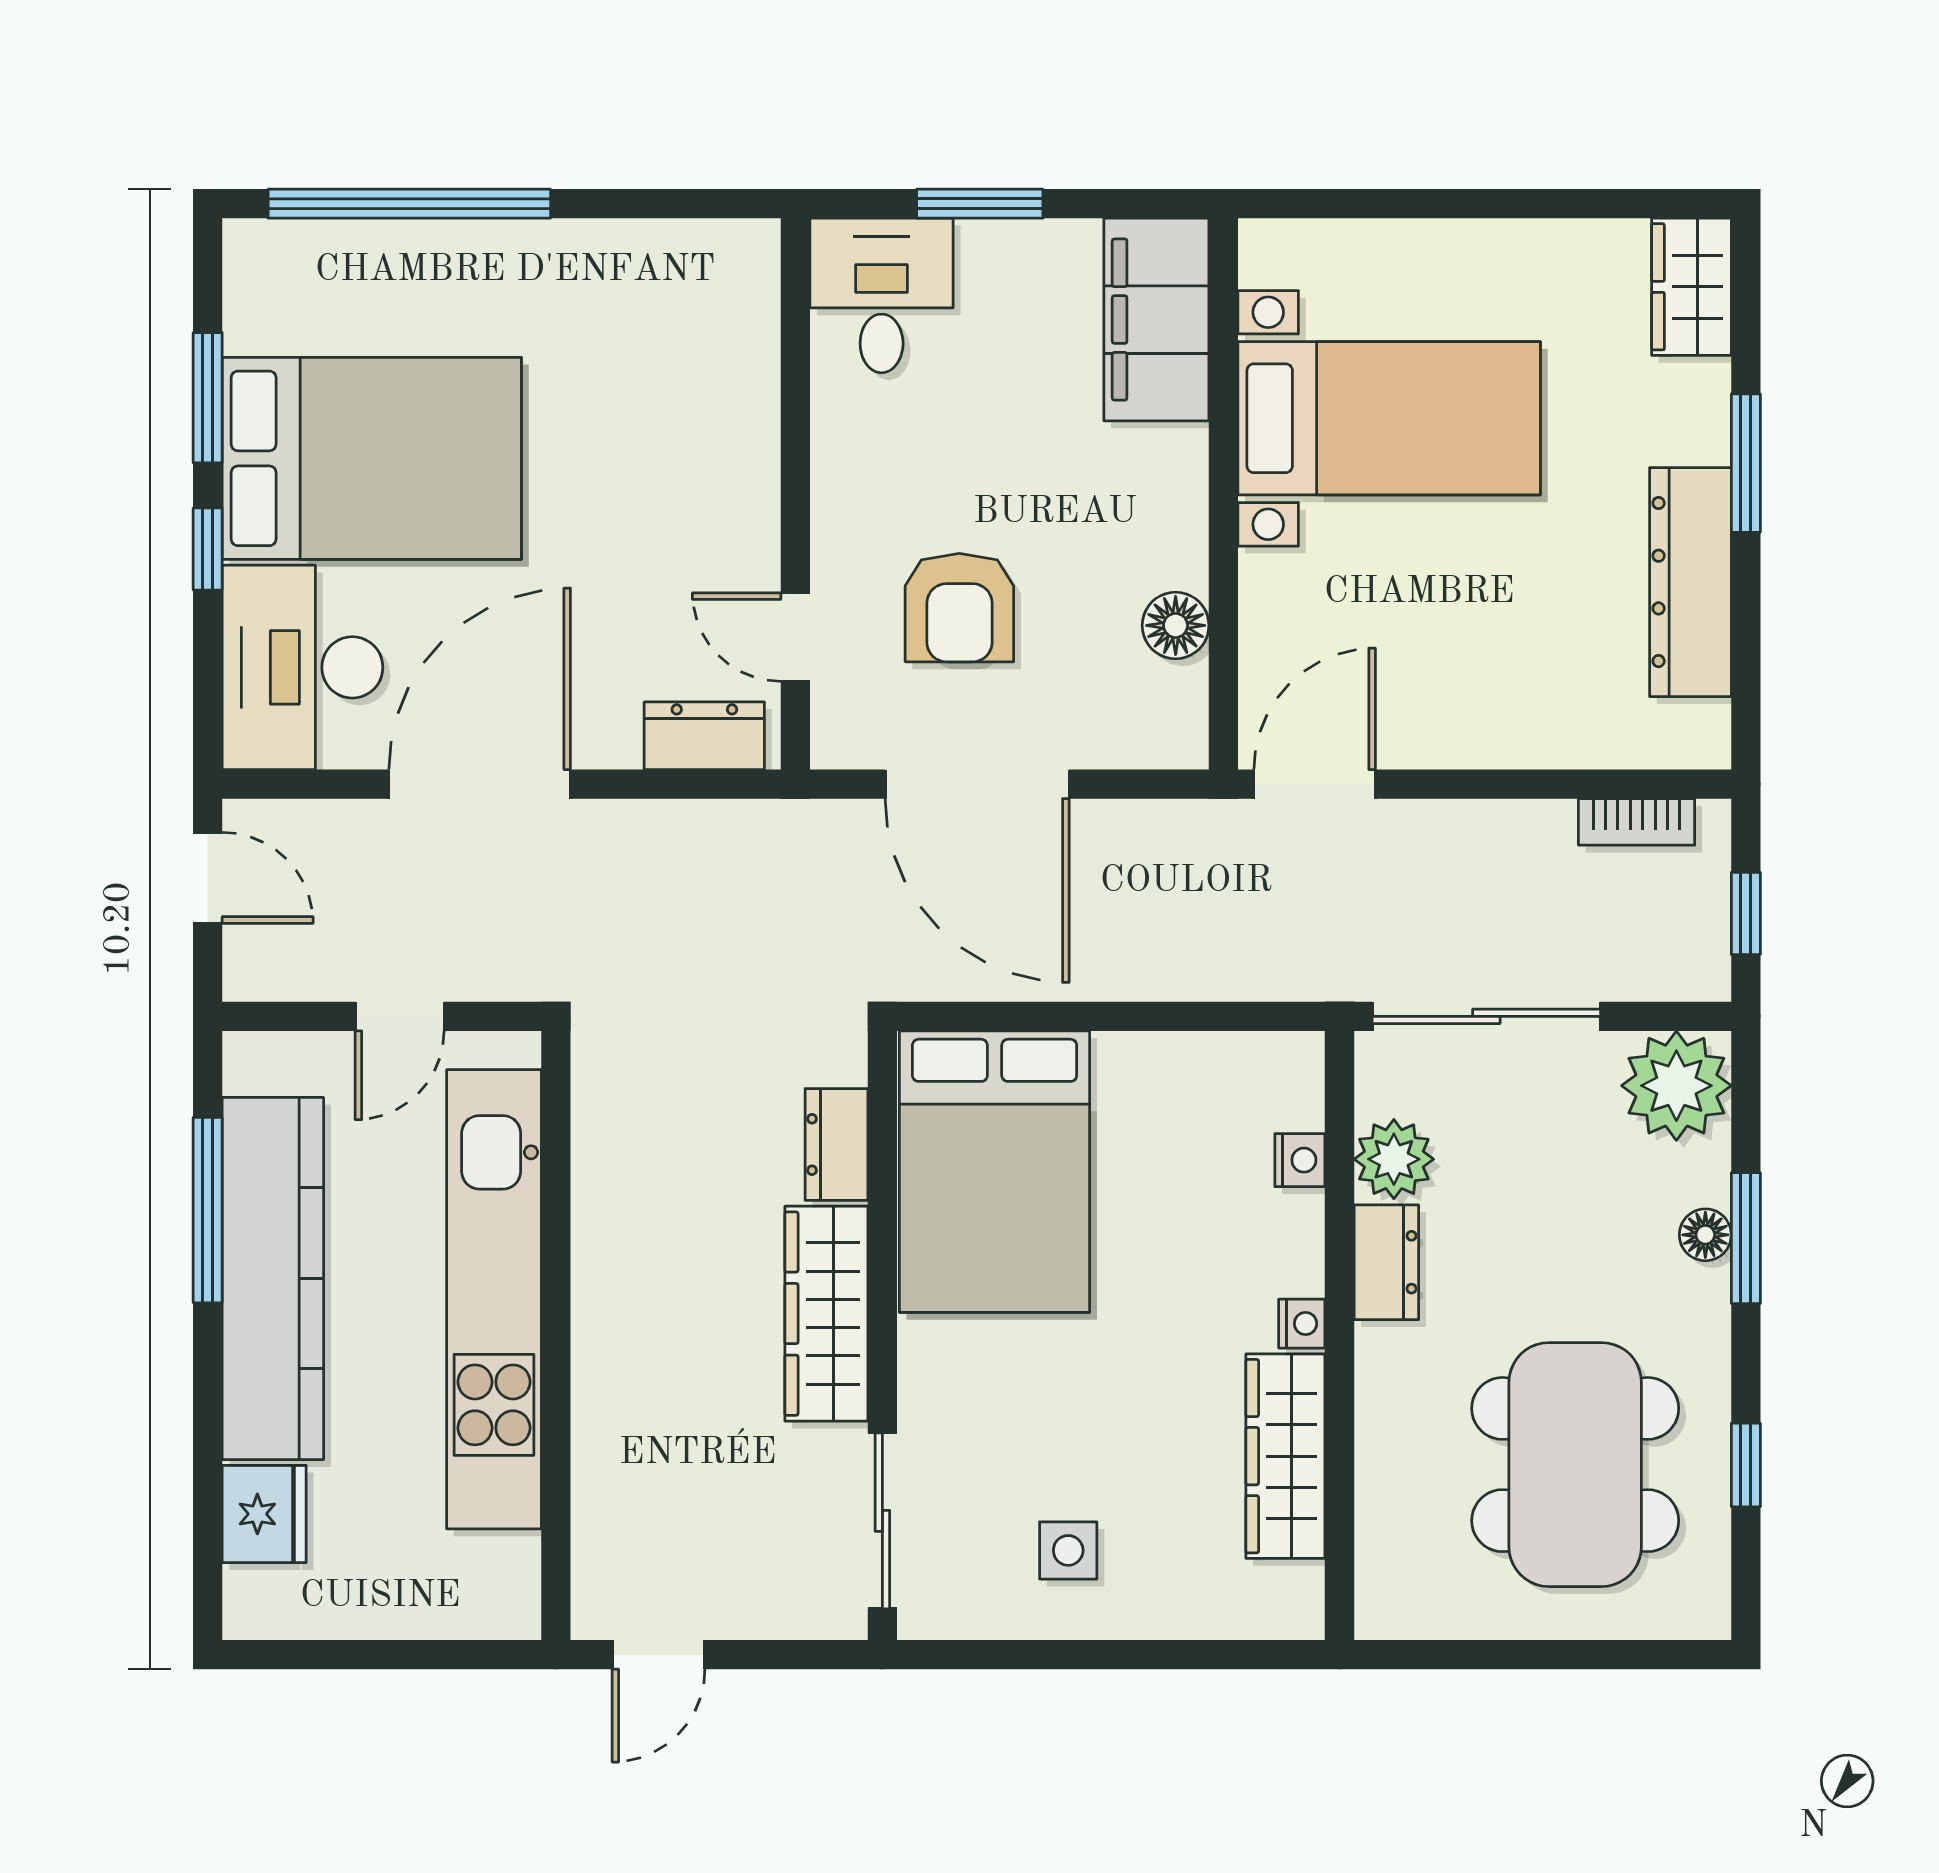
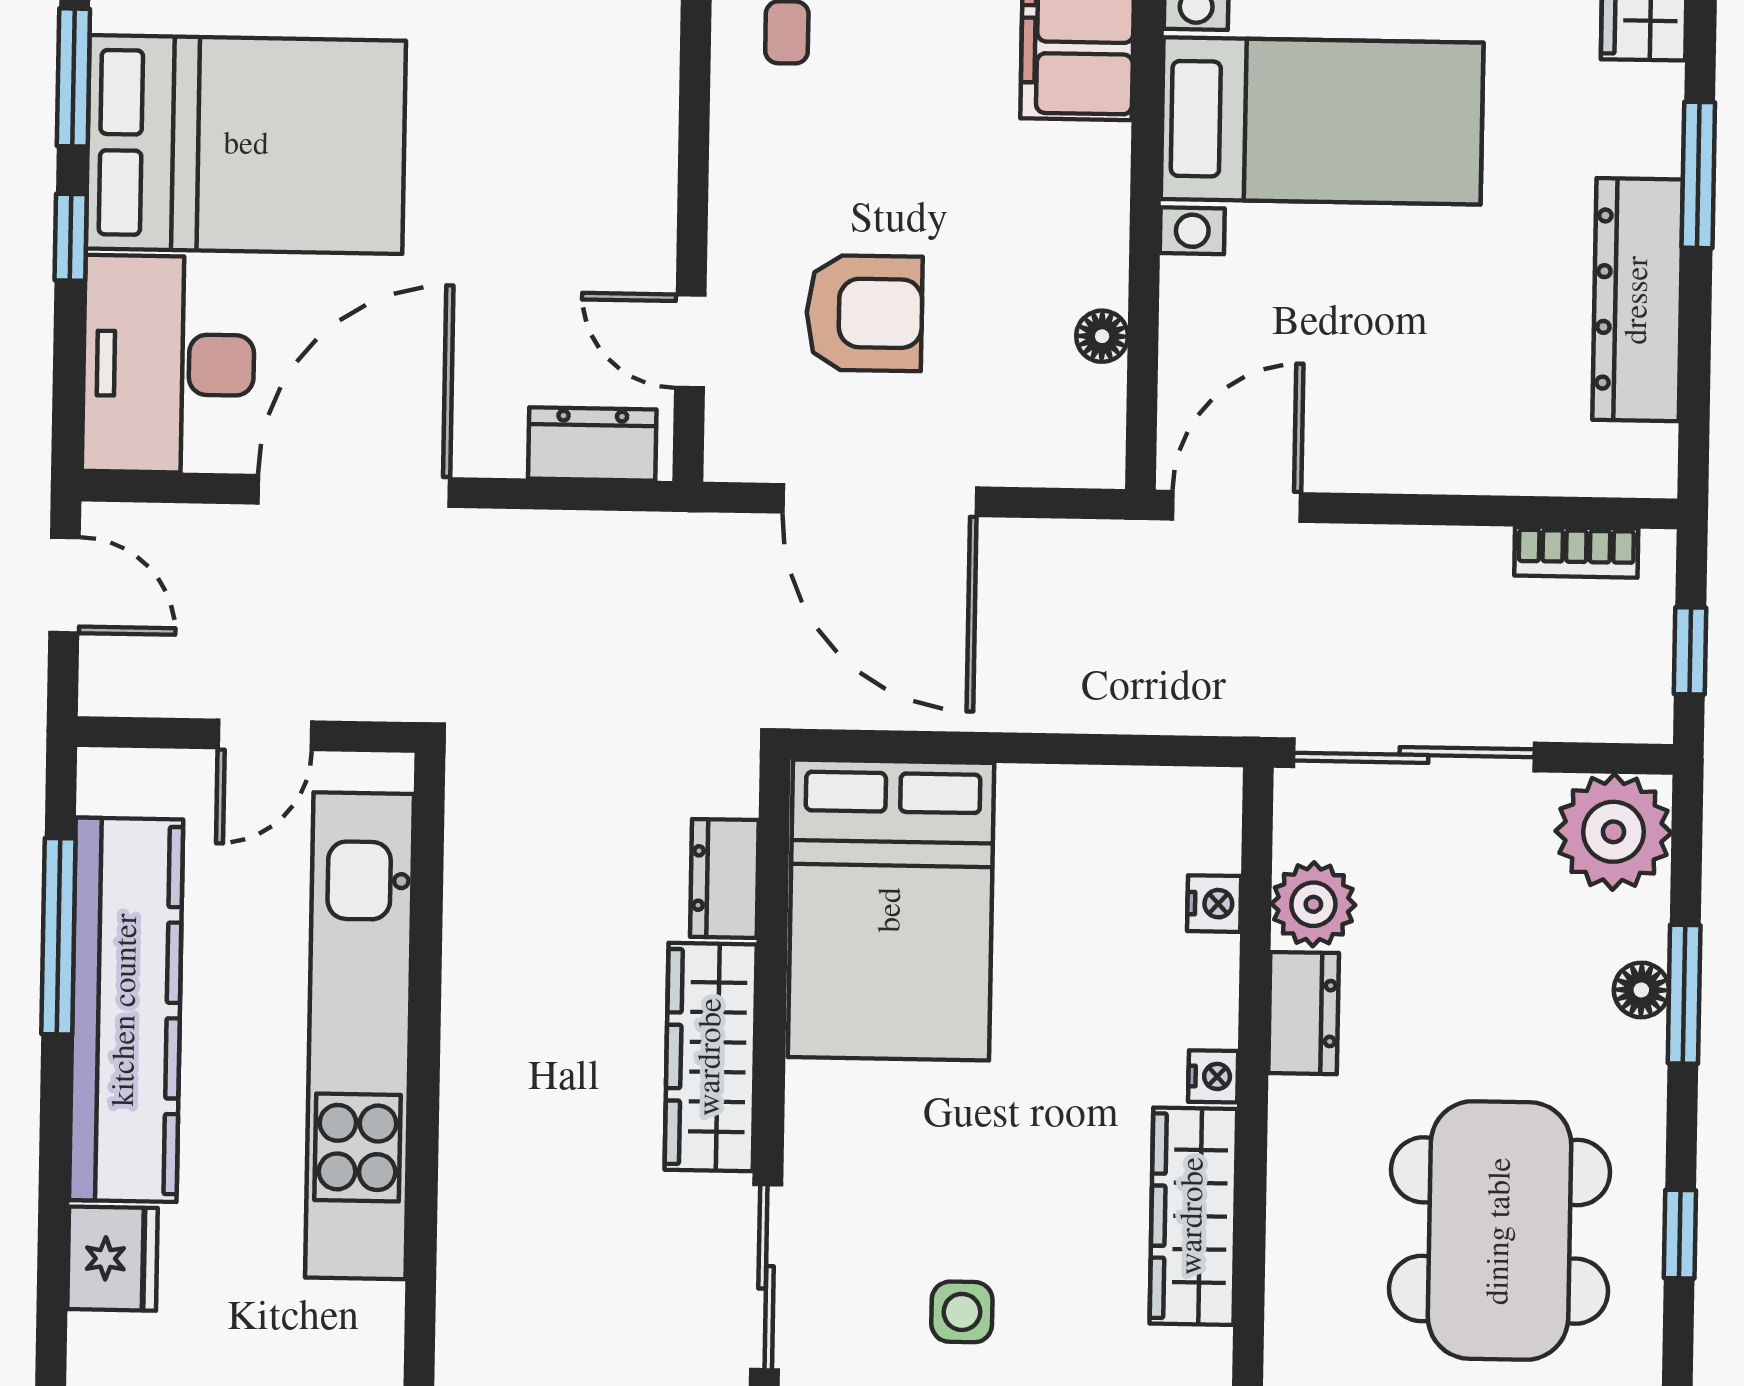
armchair: (959, 608) -> (864, 313), turned -90
floor lamp: (1176, 625) -> (1102, 336), width x0.73, depth x0.73

